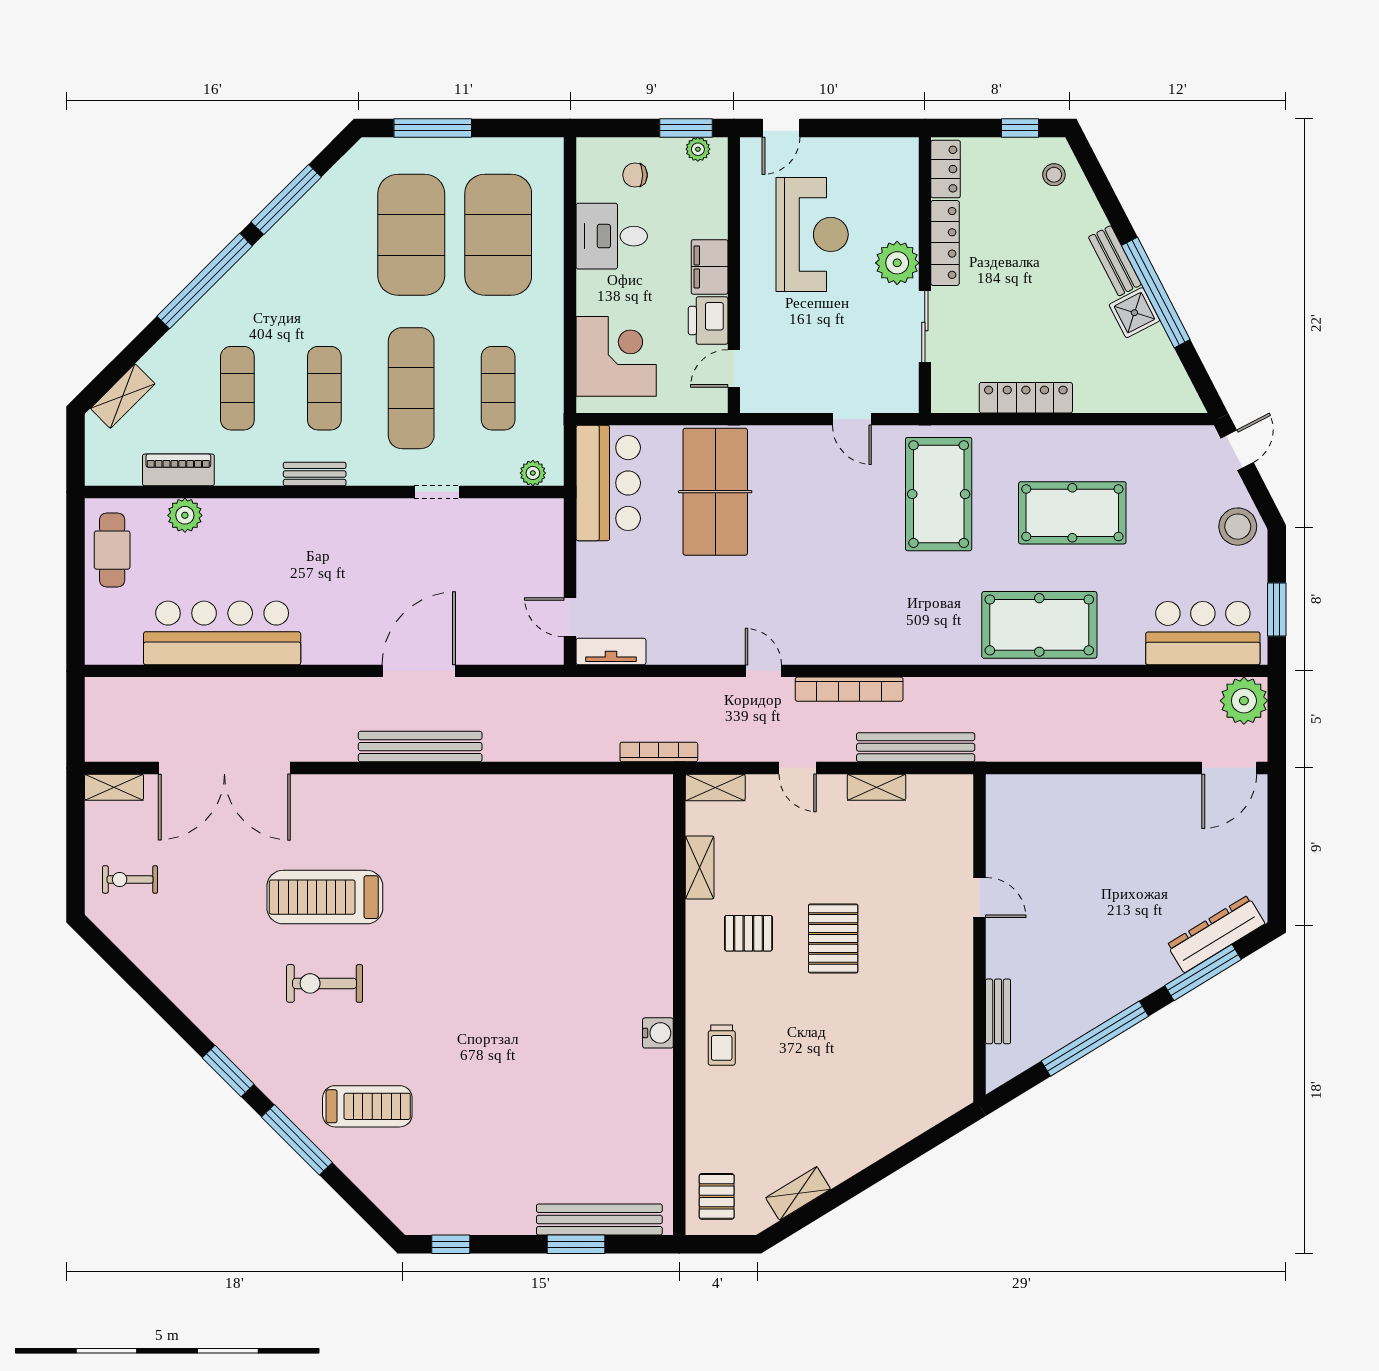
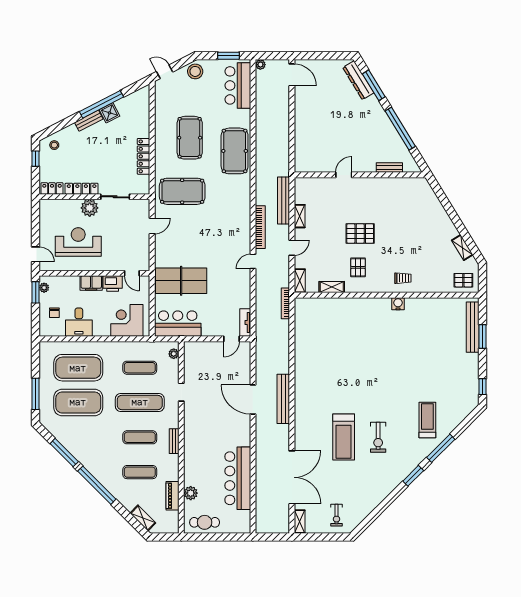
plant: (1244, 701) -> (260, 65), width x0.53, depth x0.53

